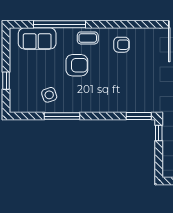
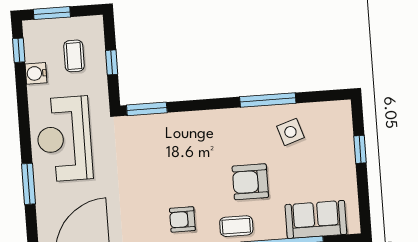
window: (159, 133) -> (112, 62), moved

